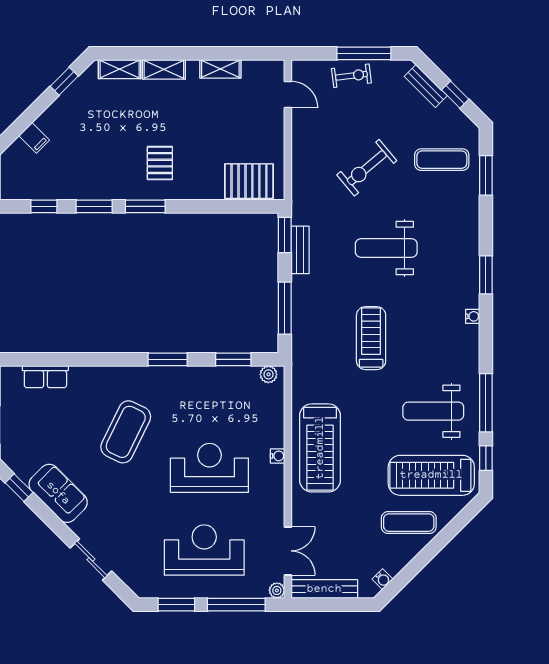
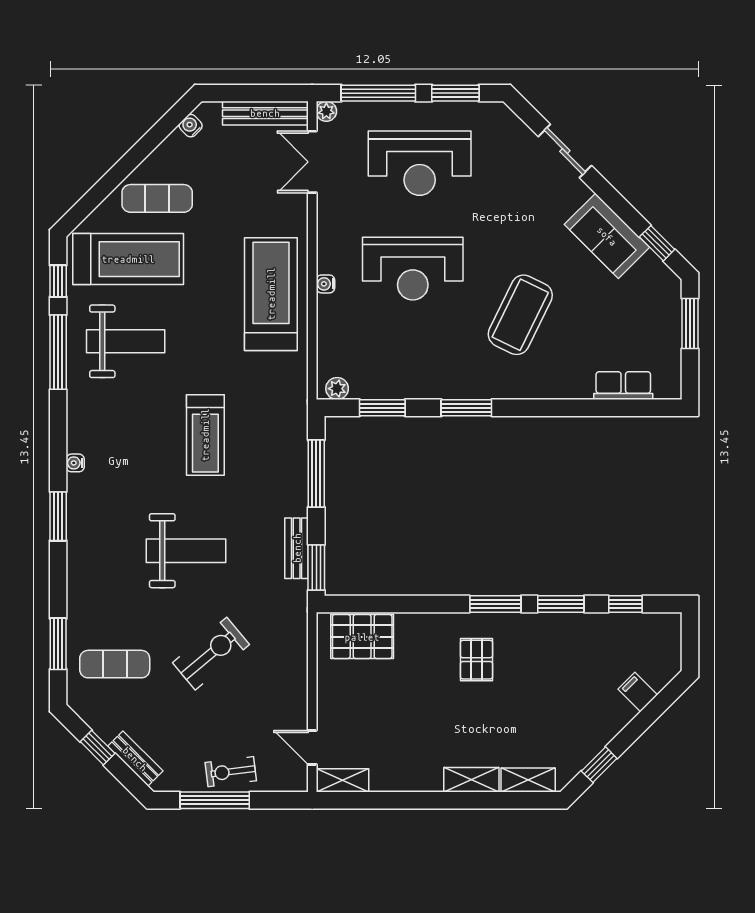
shelving: (220, 69) -> (342, 780), moved

